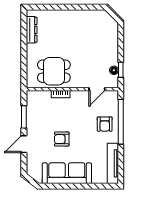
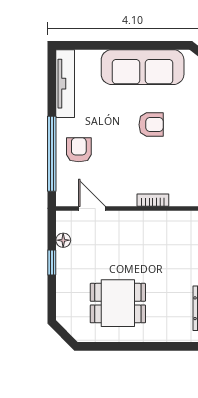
window: (121, 70) -> (52, 263), moved
dining table: (54, 71) -> (118, 303), moved
door: (97, 89) -> (92, 208), hinge flipped

